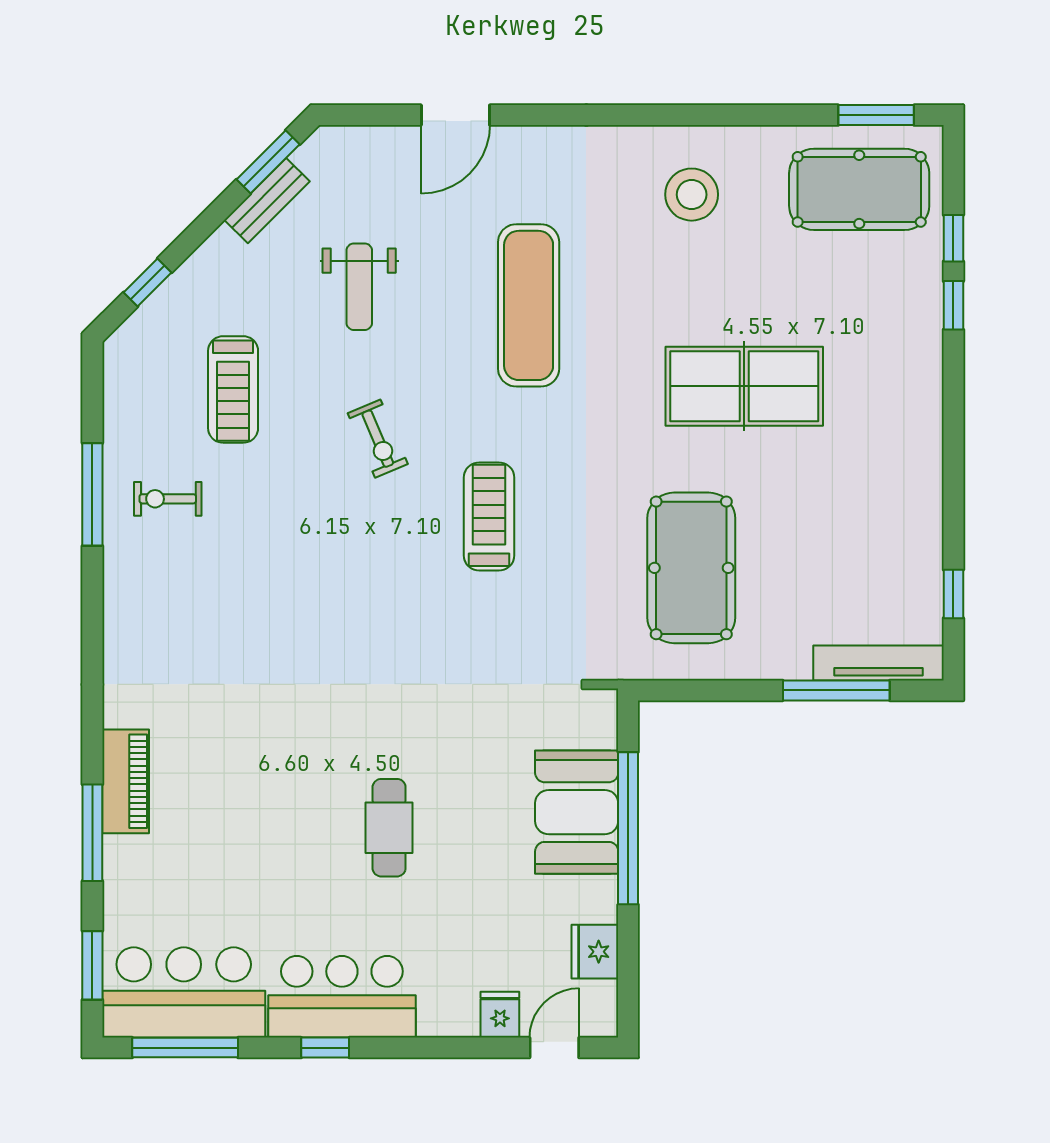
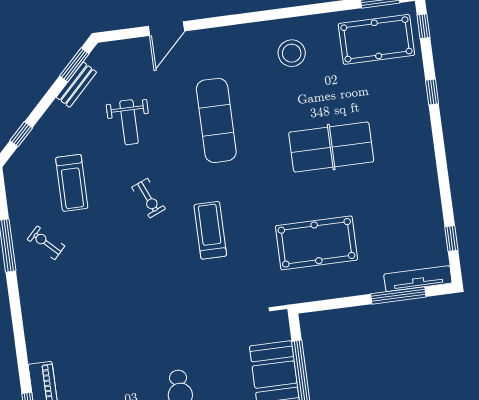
window: (953, 238) -> (423, 26), moved
exercise bike: (168, 499) -> (46, 243), turned 44
pool table: (691, 568) -> (316, 243), turned 90

